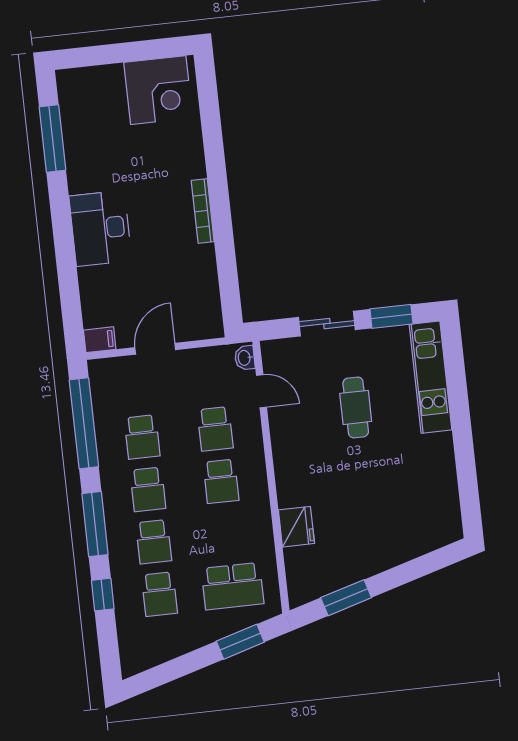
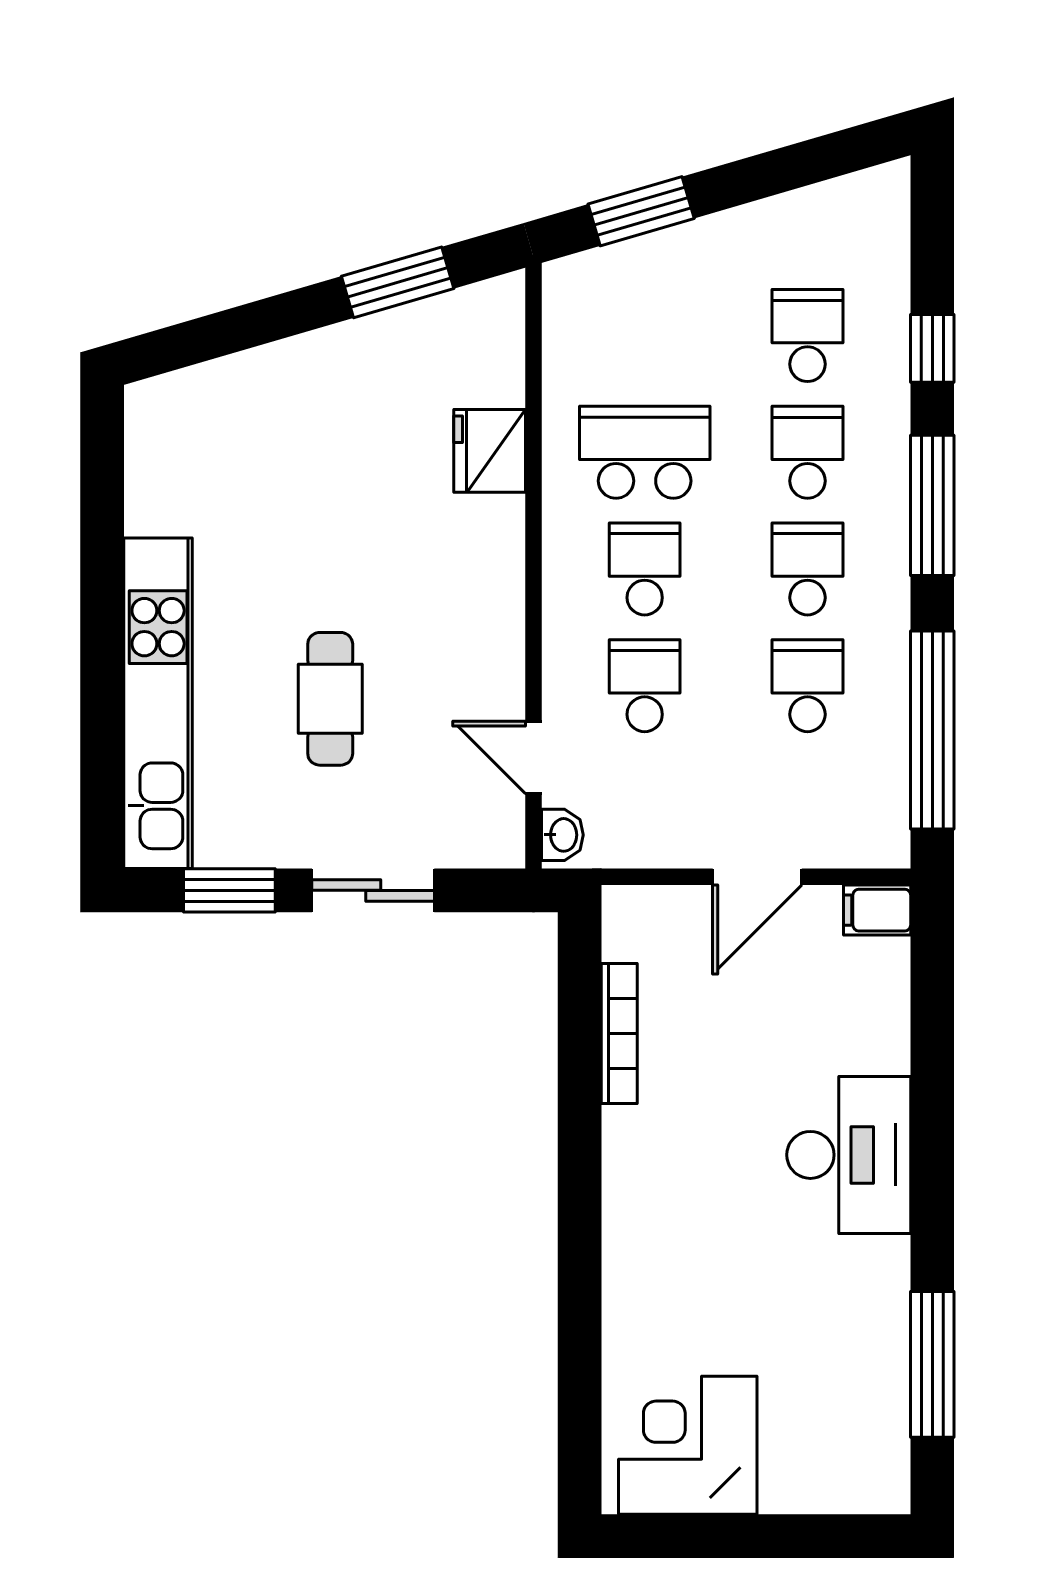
bookcase: (203, 211) -> (619, 1034), moved
kitchen unit: (431, 377) -> (158, 703), width x1.36
school desk: (233, 586) -> (645, 452), moved

